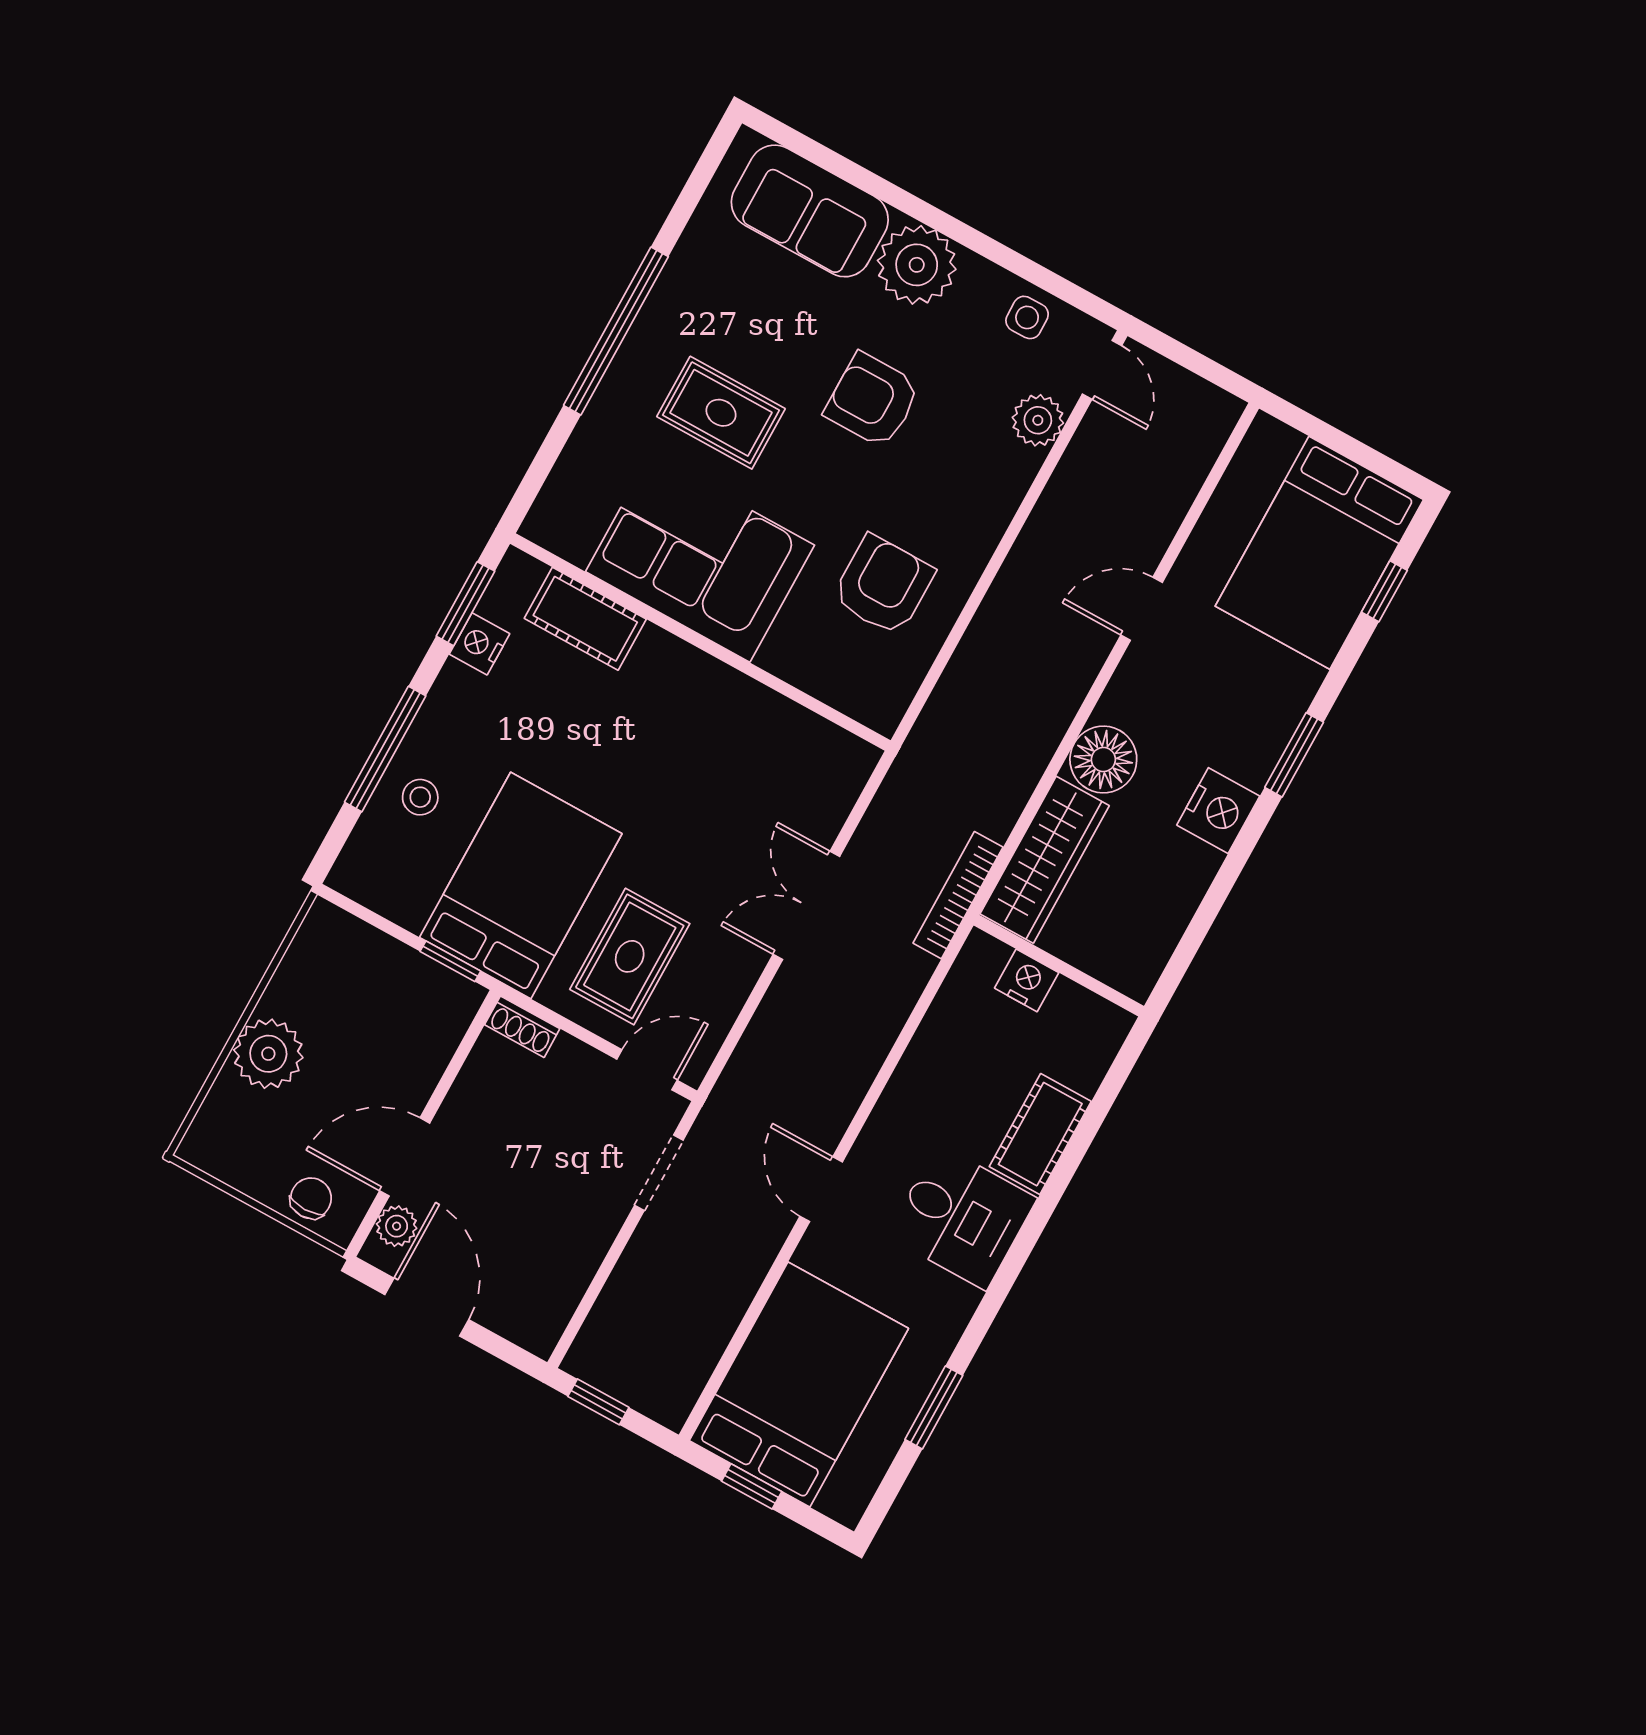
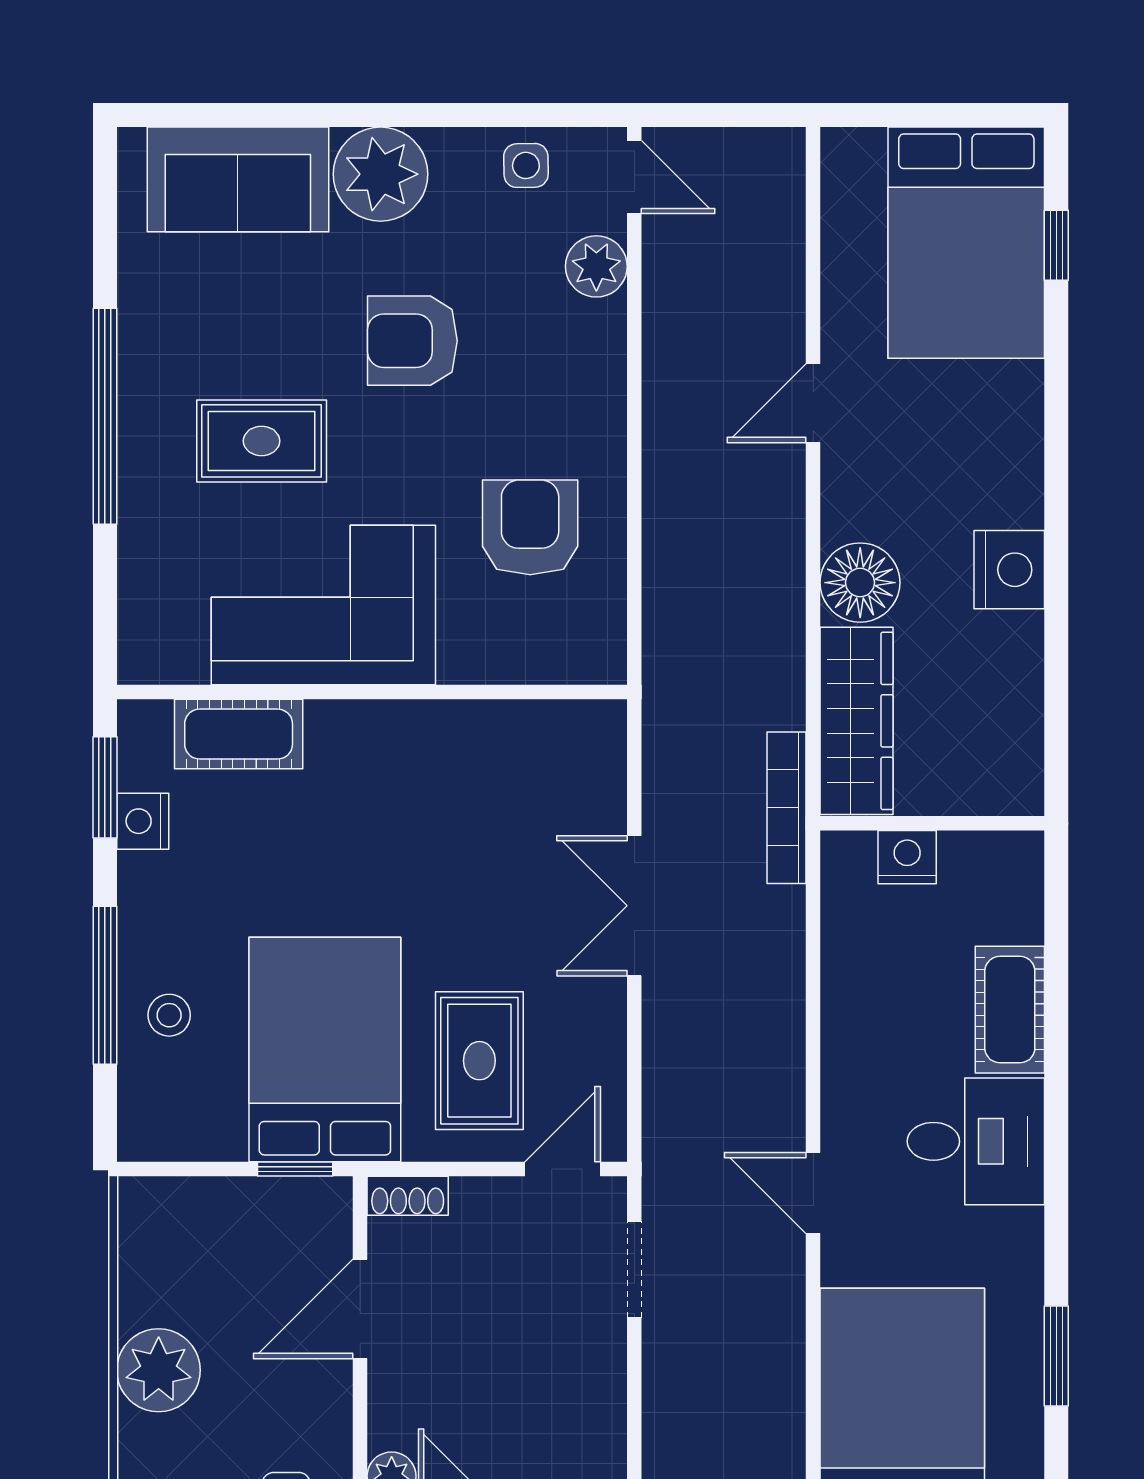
window: (1294, 755) -> (1056, 468), removed
door: (405, 1157) -> (360, 1309), moved

